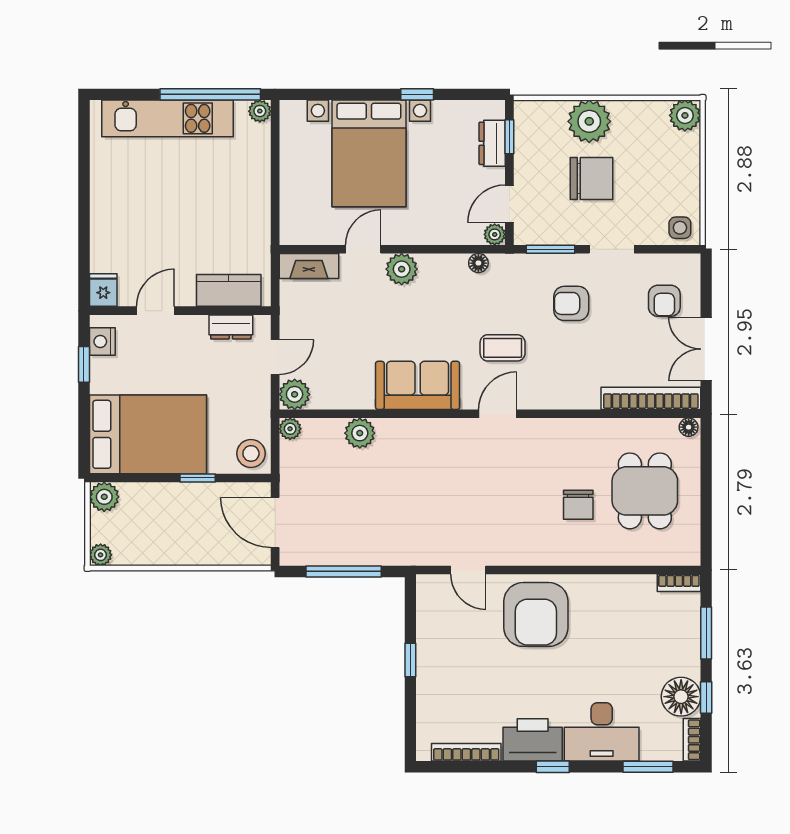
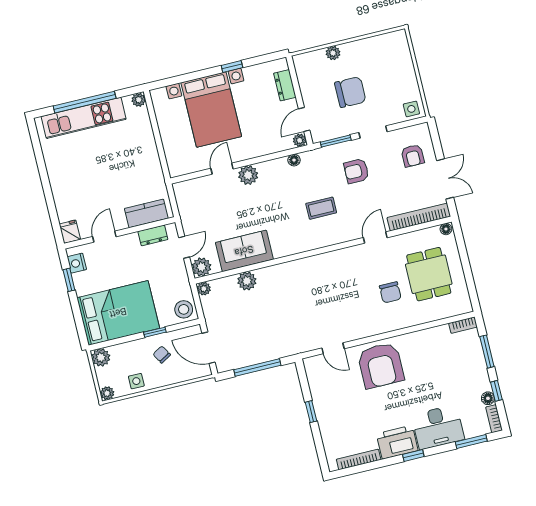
window: (210, 94) -> (85, 102), moved
plant: (685, 115) -> (398, 40), removed
plant: (589, 121) -> (333, 53), width x0.53, depth x0.53
window: (509, 137) -> (294, 79), removed
fireplace: (309, 266) -> (191, 187), removed
double door: (706, 349) -> (445, 179), swing flipped
sofa: (418, 385) -> (244, 251), moved
door: (498, 414) -> (375, 238), moved
chair: (200, 515) -> (162, 354), added
side table: (150, 547) -> (136, 381), added
floor lamp: (681, 697) -> (488, 398), width x0.53, depth x0.53

